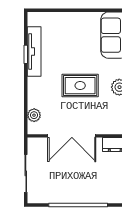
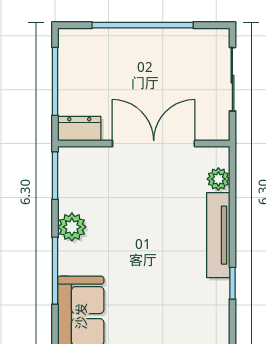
tv unit: (34, 52) -> (218, 235), moved
rug: (80, 86) -> (139, 230), removed

